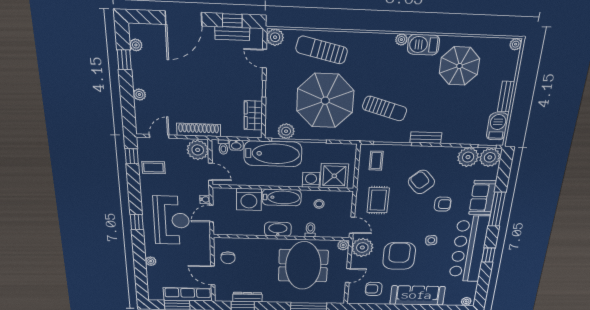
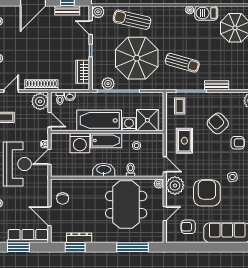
bathtub: (273, 154) -> (99, 120), moved, turned 180

